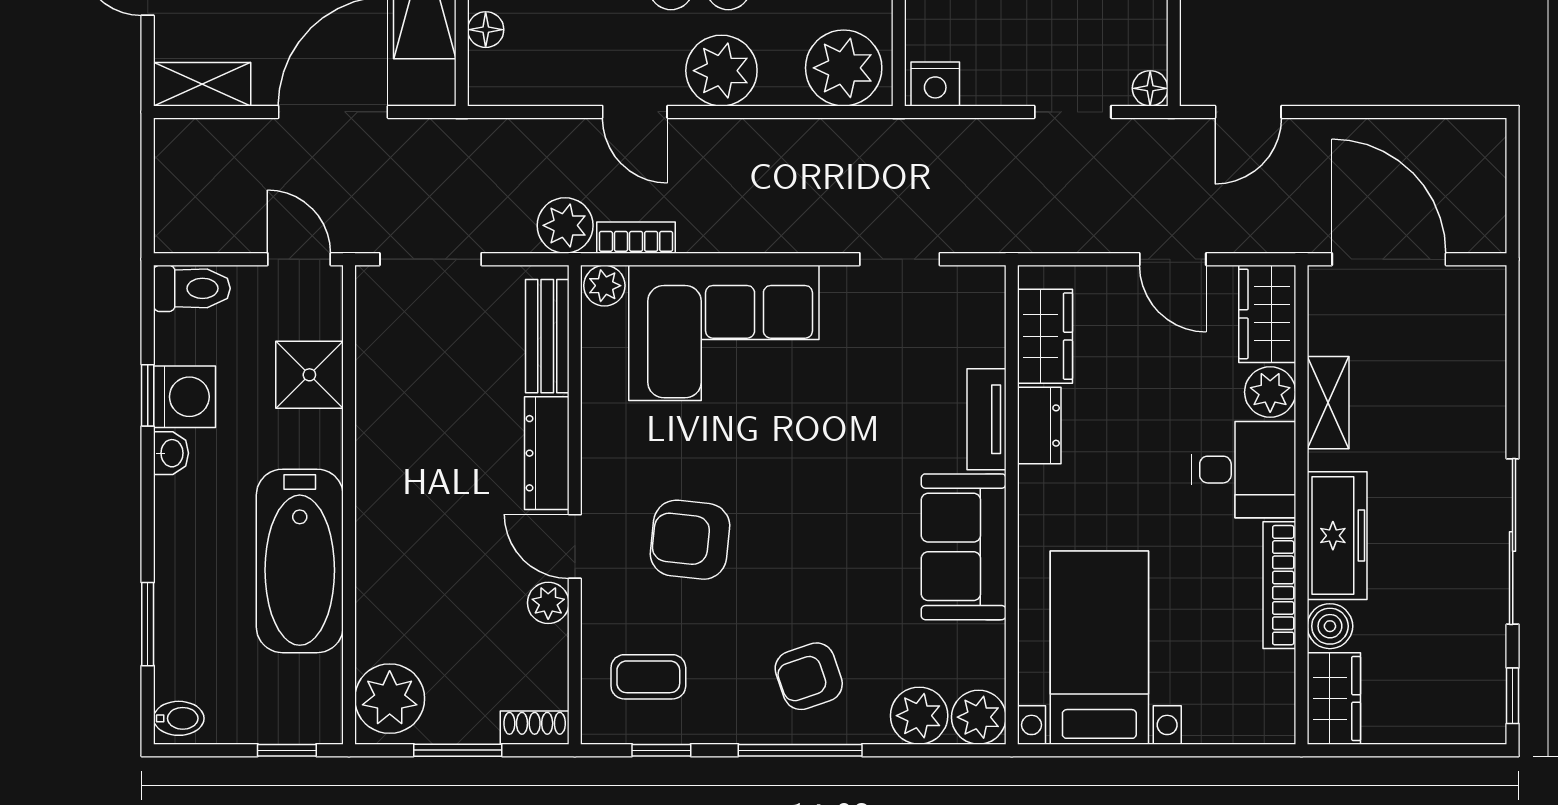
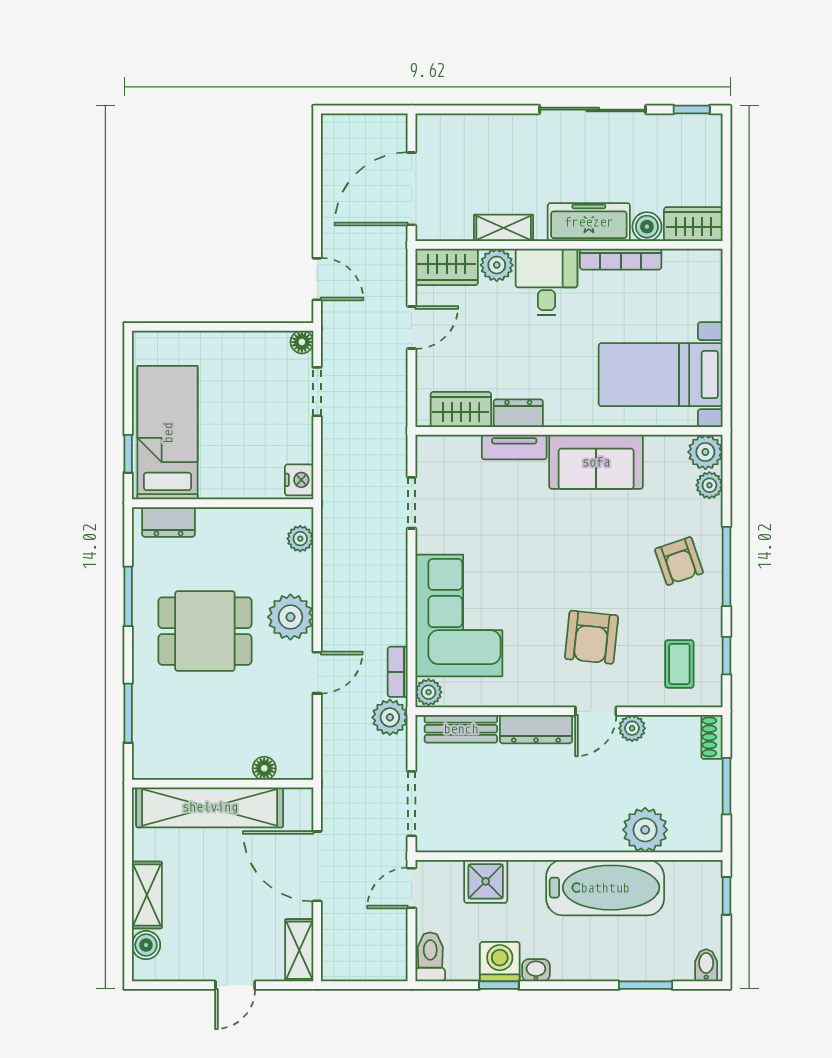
plant: (844, 68) -> (300, 539), width x0.53, depth x0.53
plant: (390, 699) -> (645, 830), moved
plant: (919, 716) -> (709, 485), width x0.73, depth x0.73

